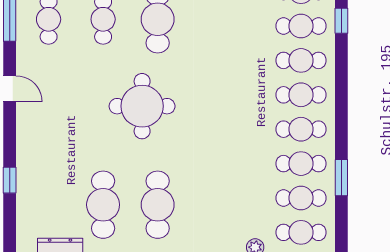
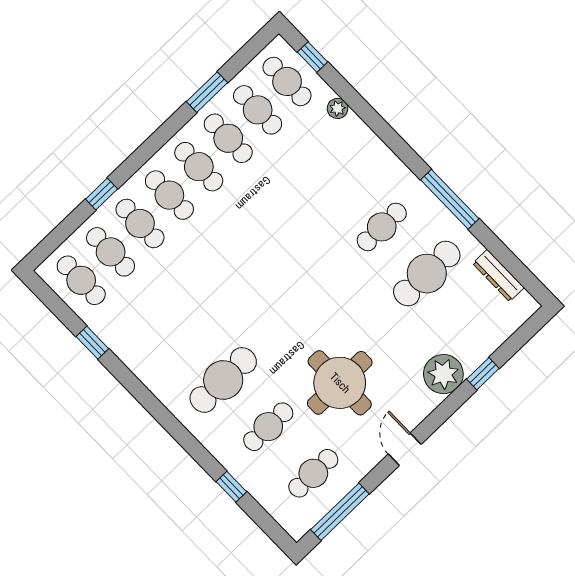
window: (341, 21) -> (102, 194), moved
round table: (142, 106) -> (340, 383), moved
plant: (33, 156) -> (443, 374), added
cafe table: (158, 205) -> (382, 227), width x0.73, depth x0.74

